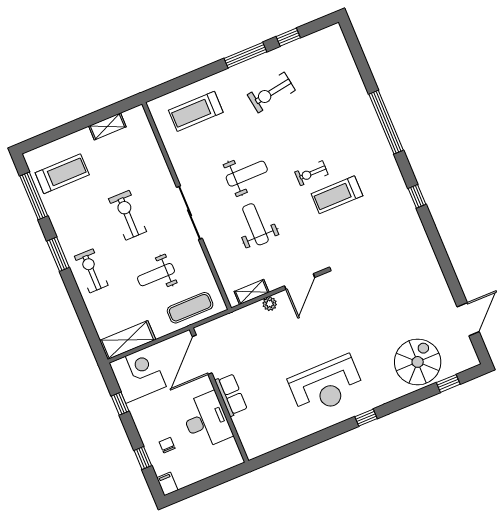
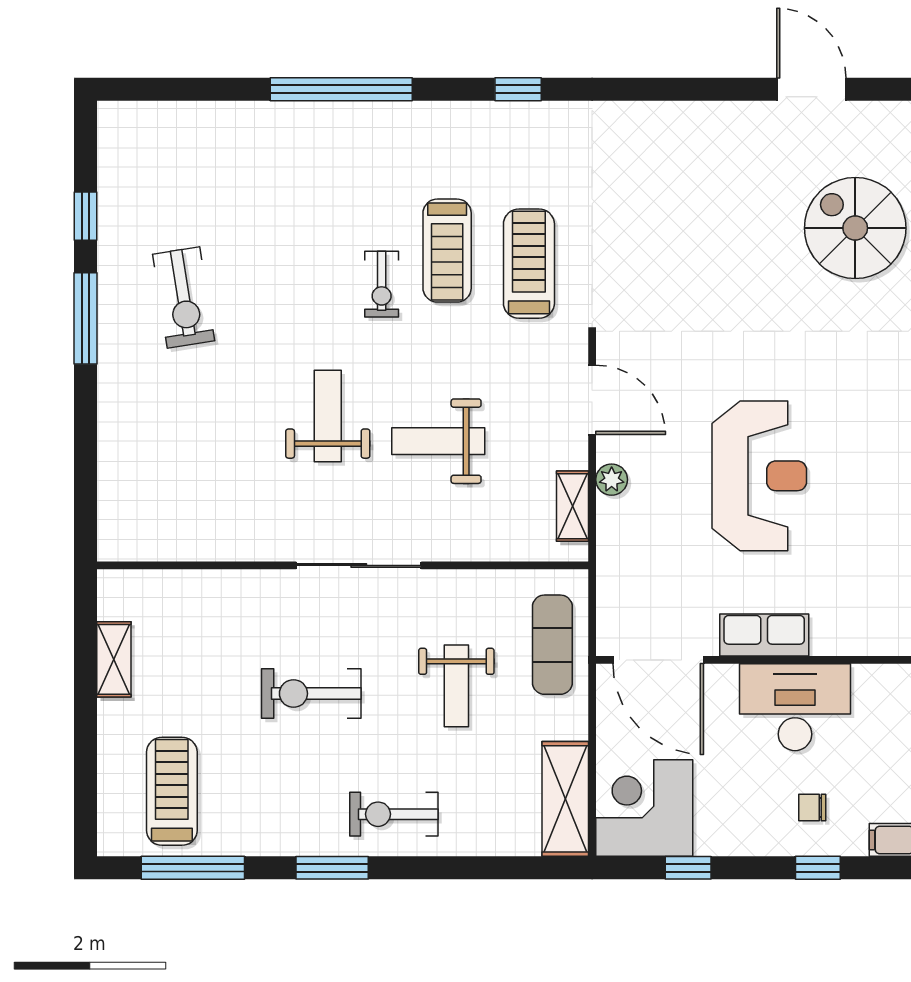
treadmill: (196, 111) -> (529, 264), moved, turned 180
reception desk: (326, 386) -> (759, 476), moved

